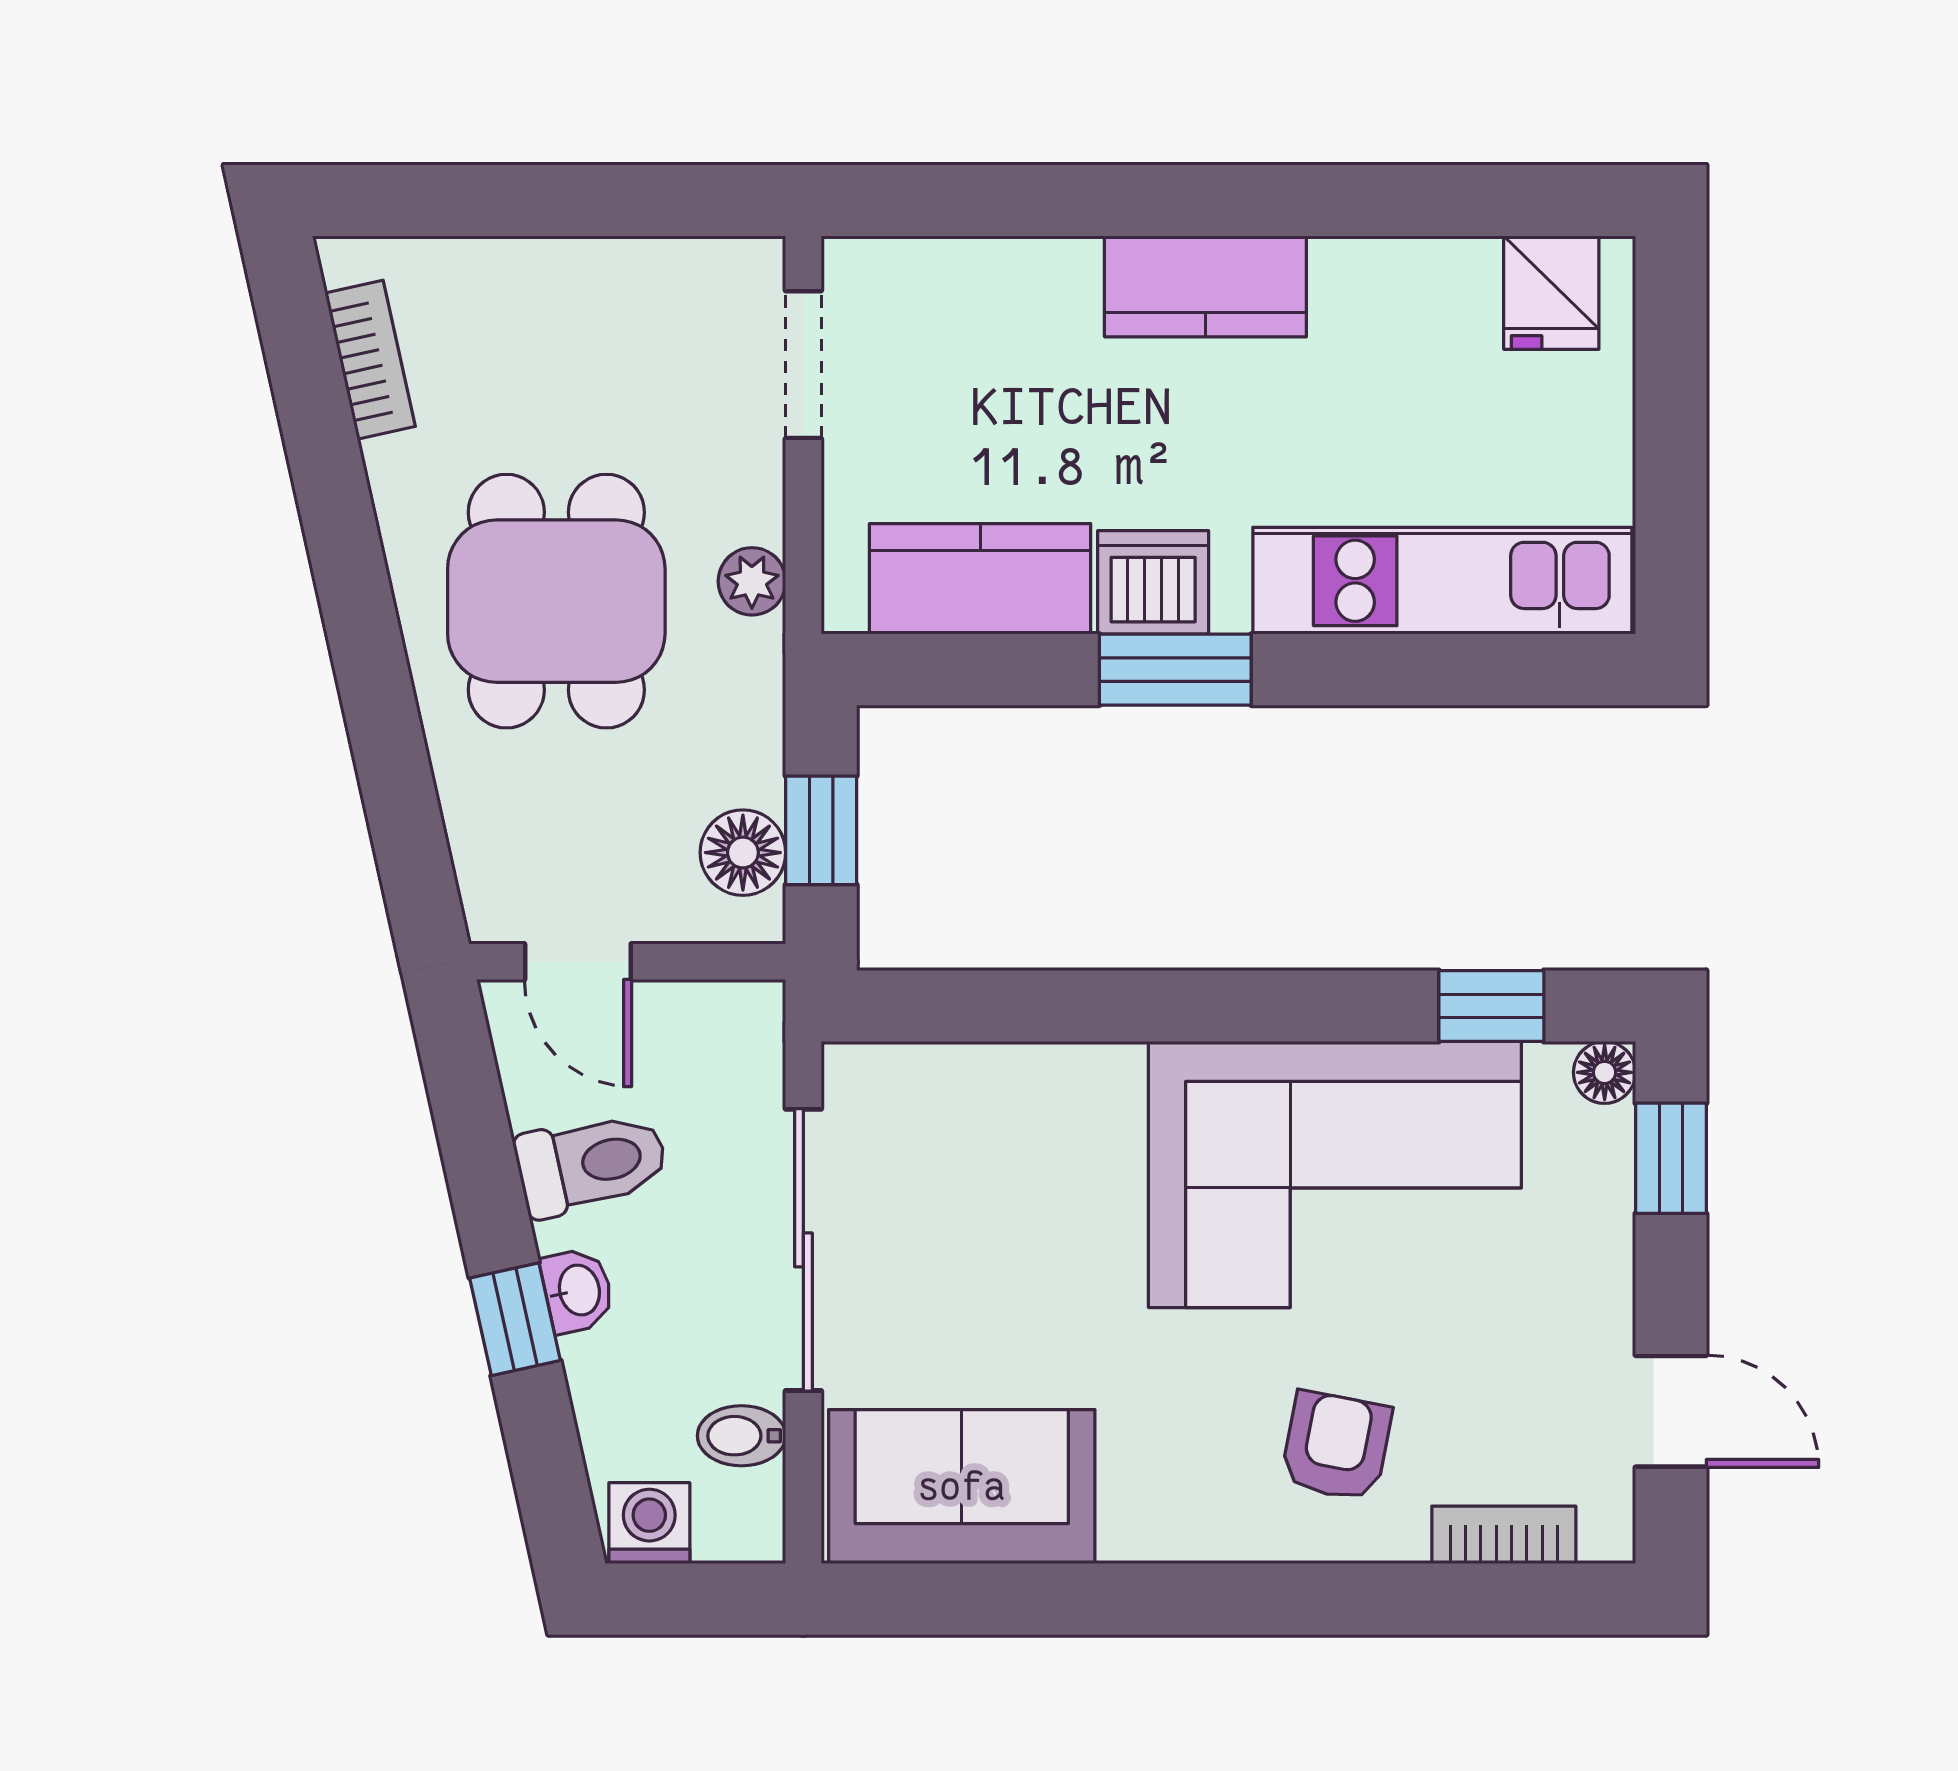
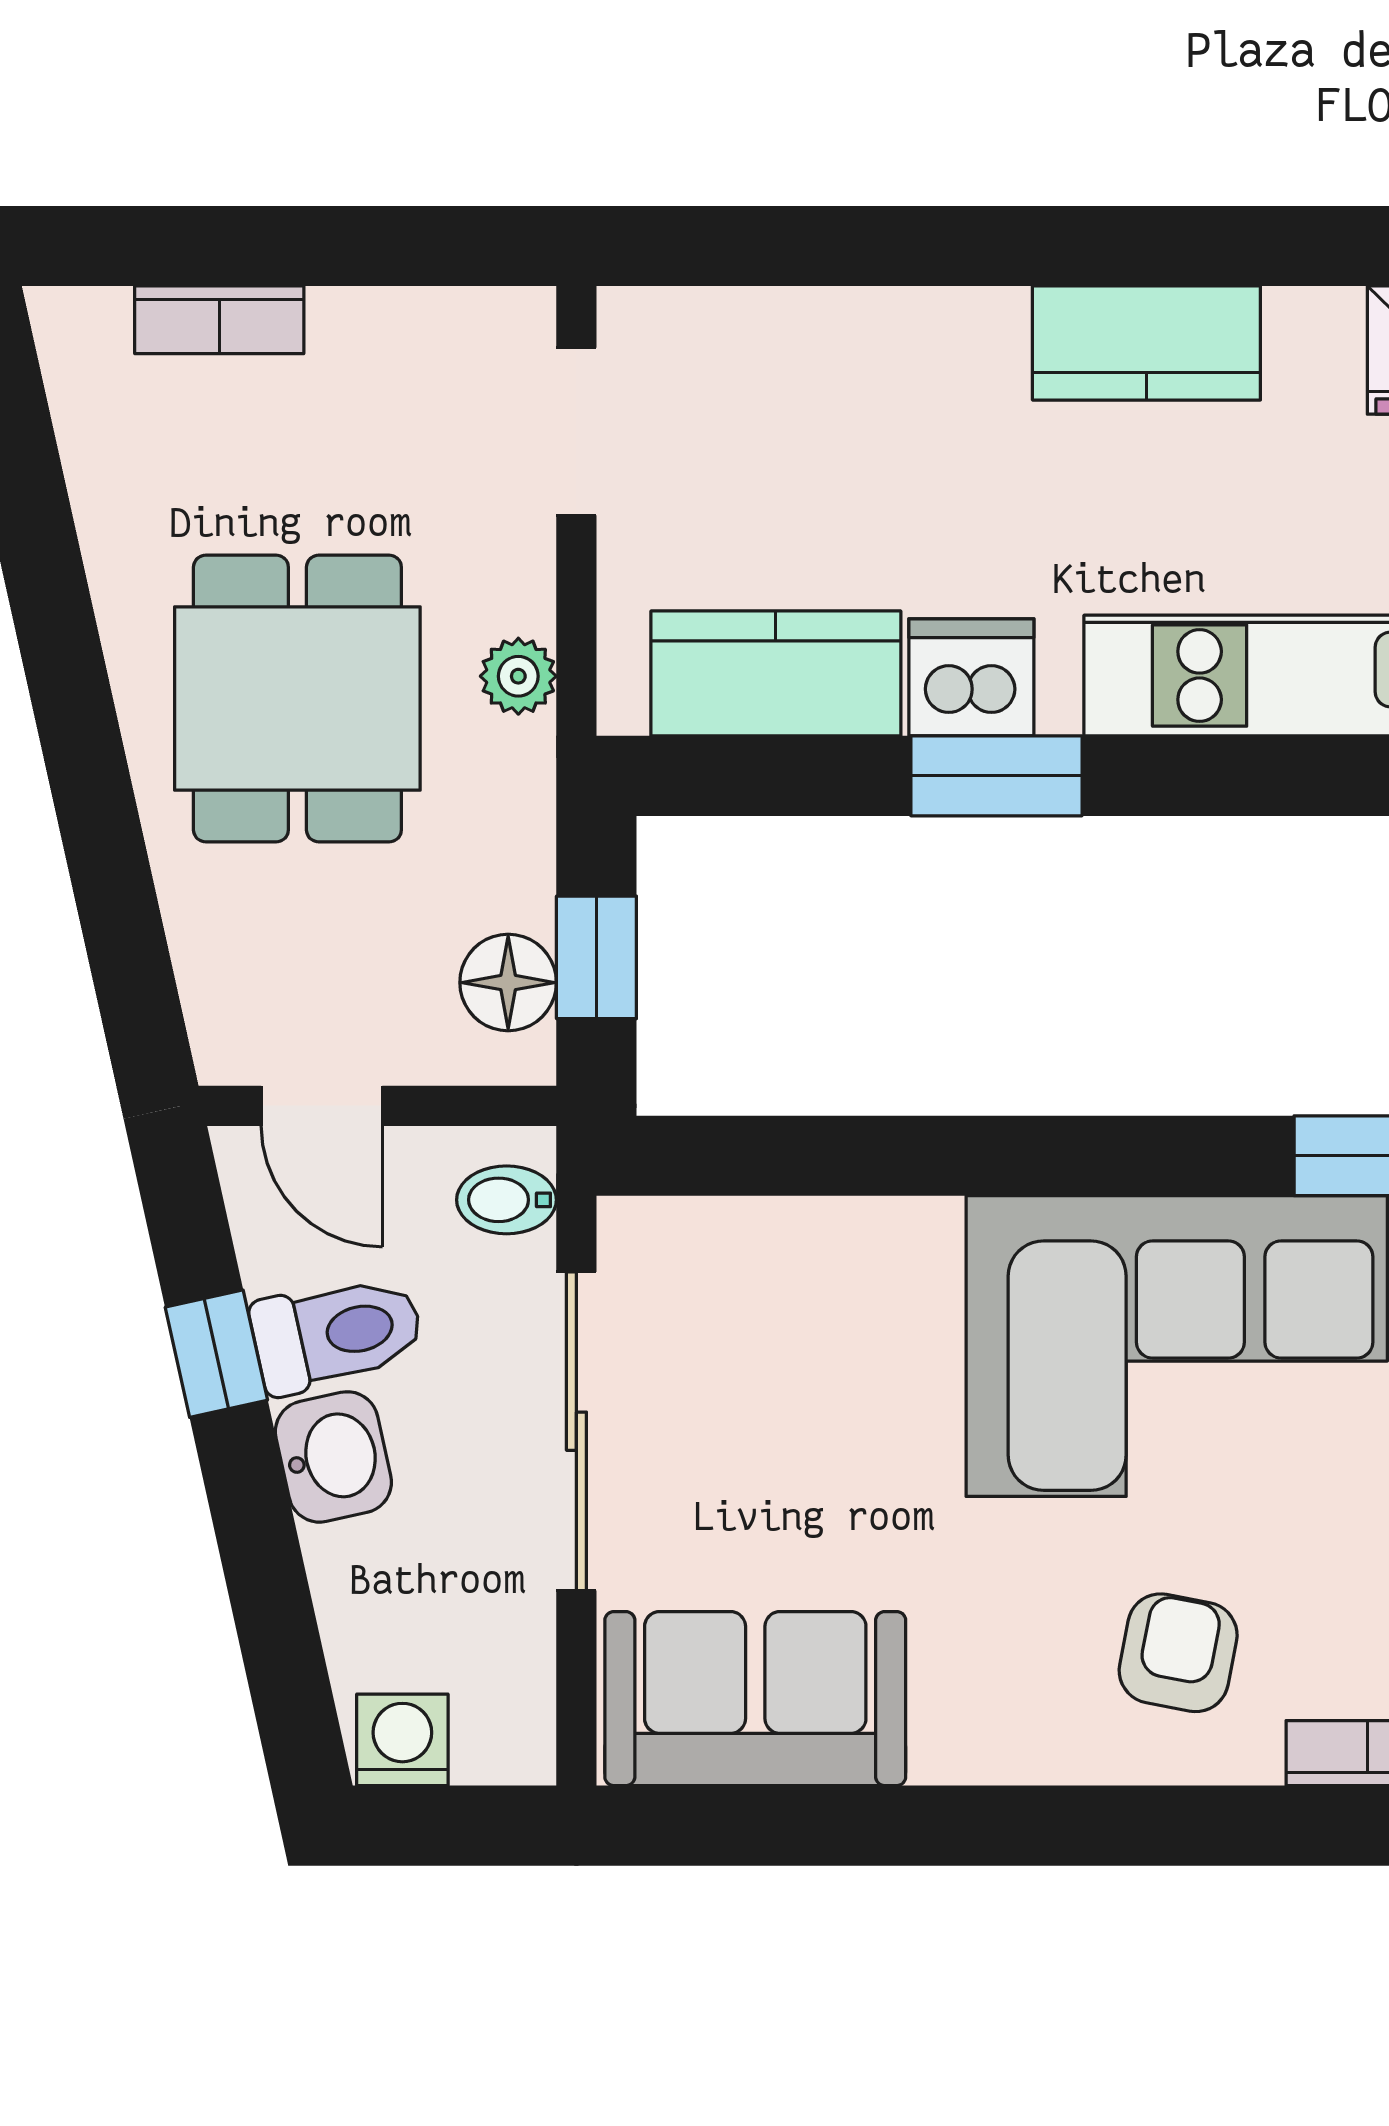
kitchen counter: (1205, 286) -> (1146, 343), moved
bookcase: (370, 360) -> (219, 320), moved, turned 102
washbasin: (578, 1290) -> (333, 1457), width x1.38, depth x1.45
window: (515, 1319) -> (216, 1354), moved
bidet: (741, 1436) -> (507, 1200), moved

